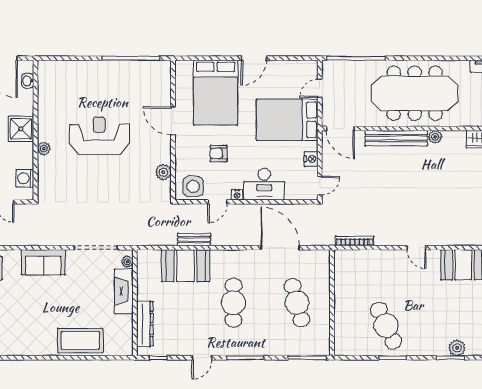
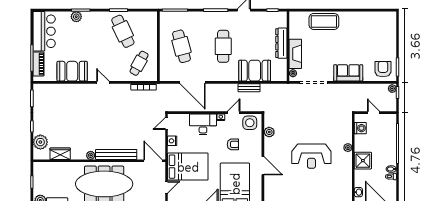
cafe table: (361, 277) -> (139, 63), added
dresser: (145, 324) -> (281, 43), moved

